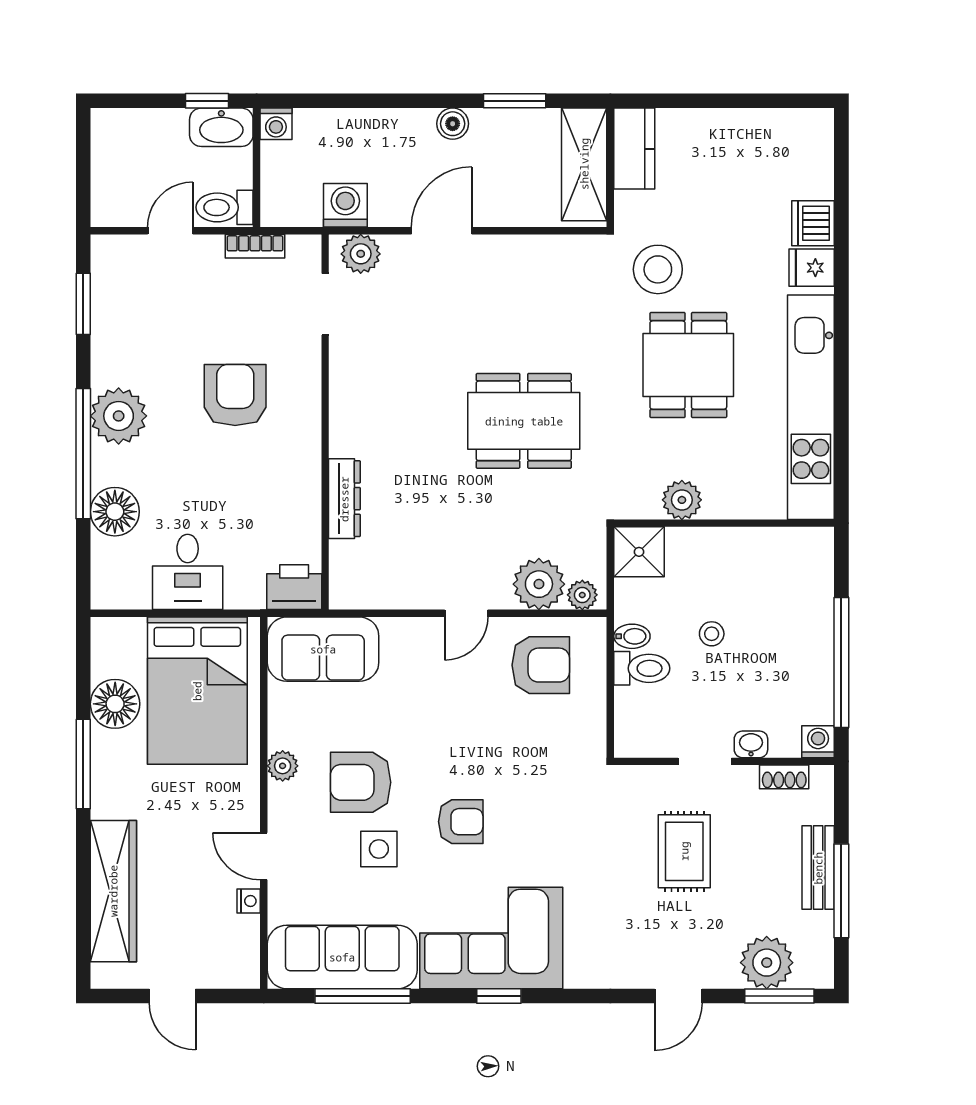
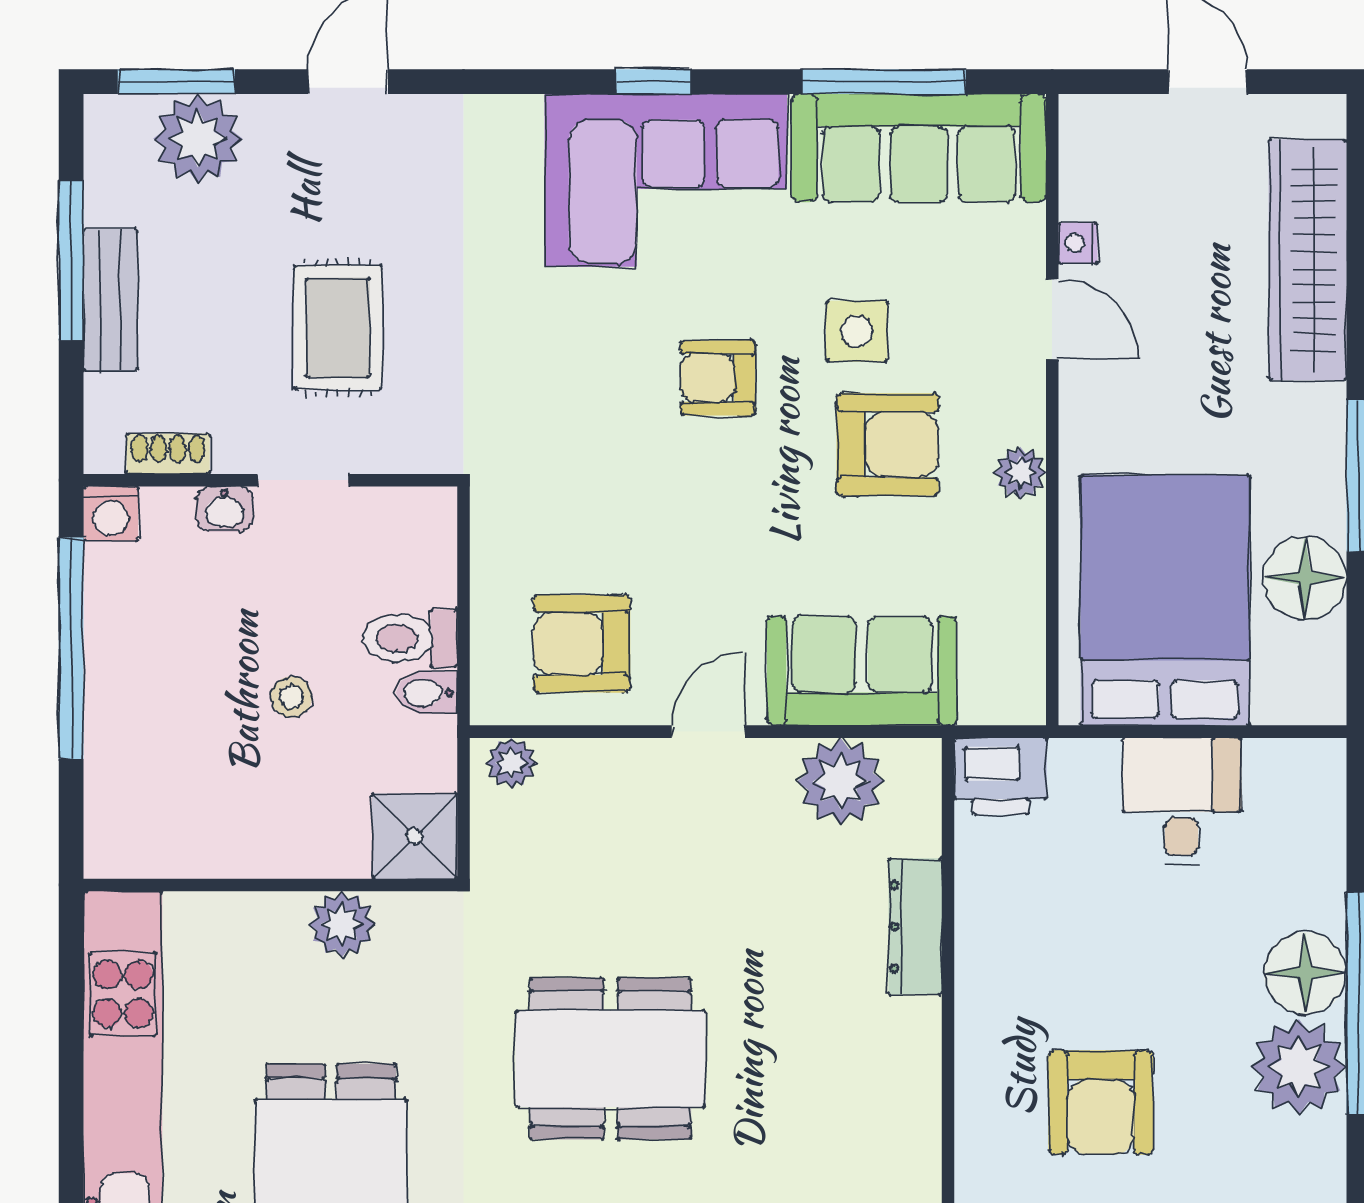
floor lamp: (115, 512) -> (1305, 973), moved
plant: (539, 584) -> (841, 781), moved
sofa: (323, 649) -> (862, 671), moved

